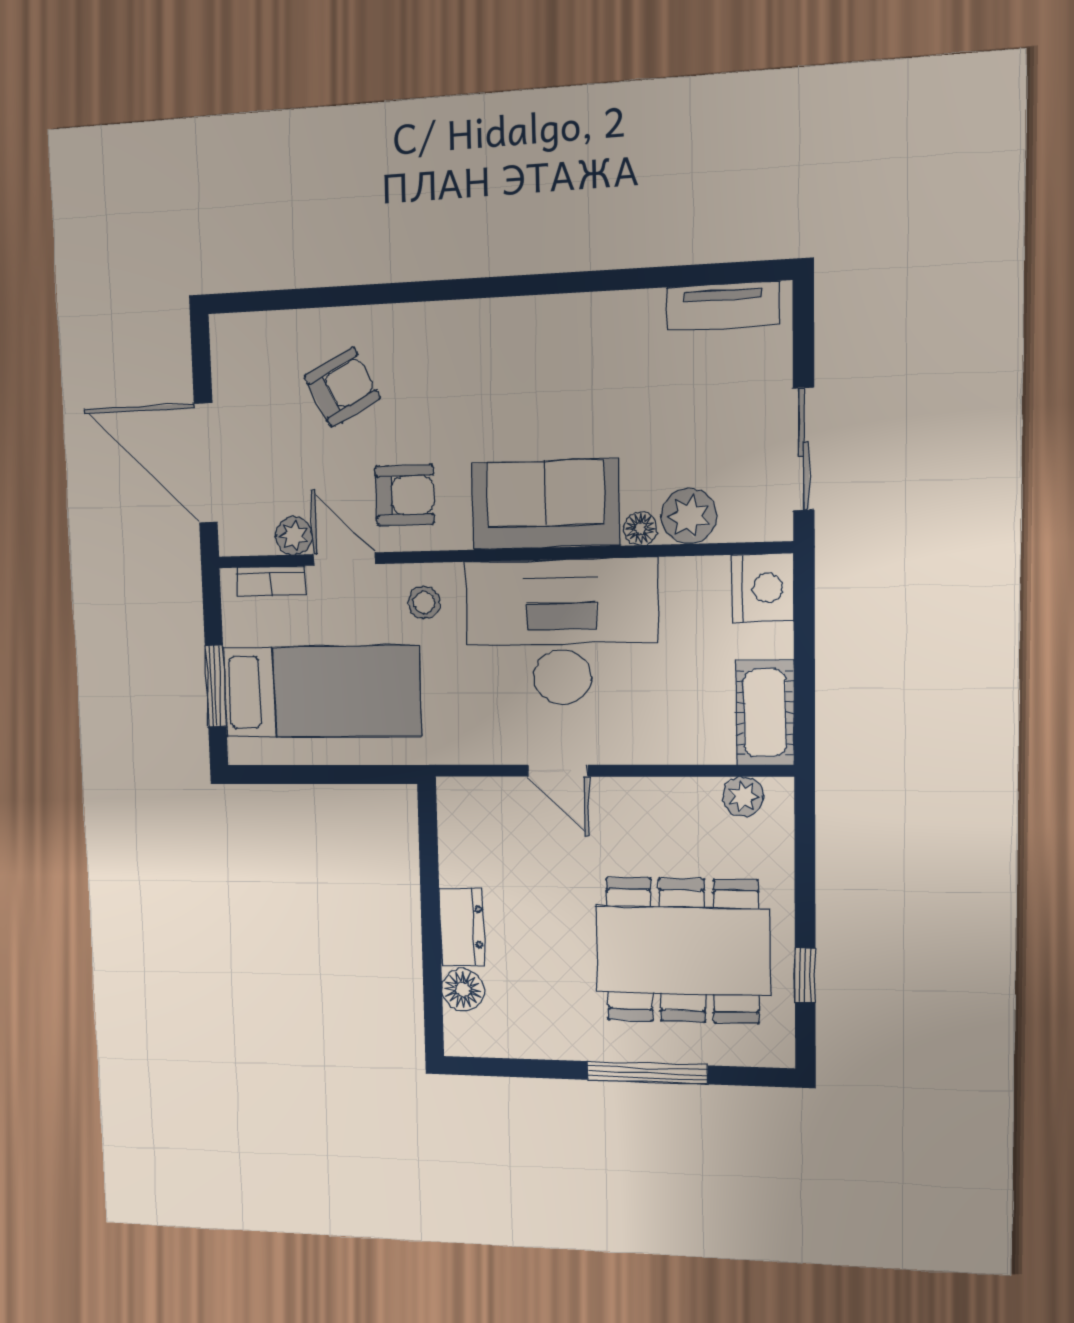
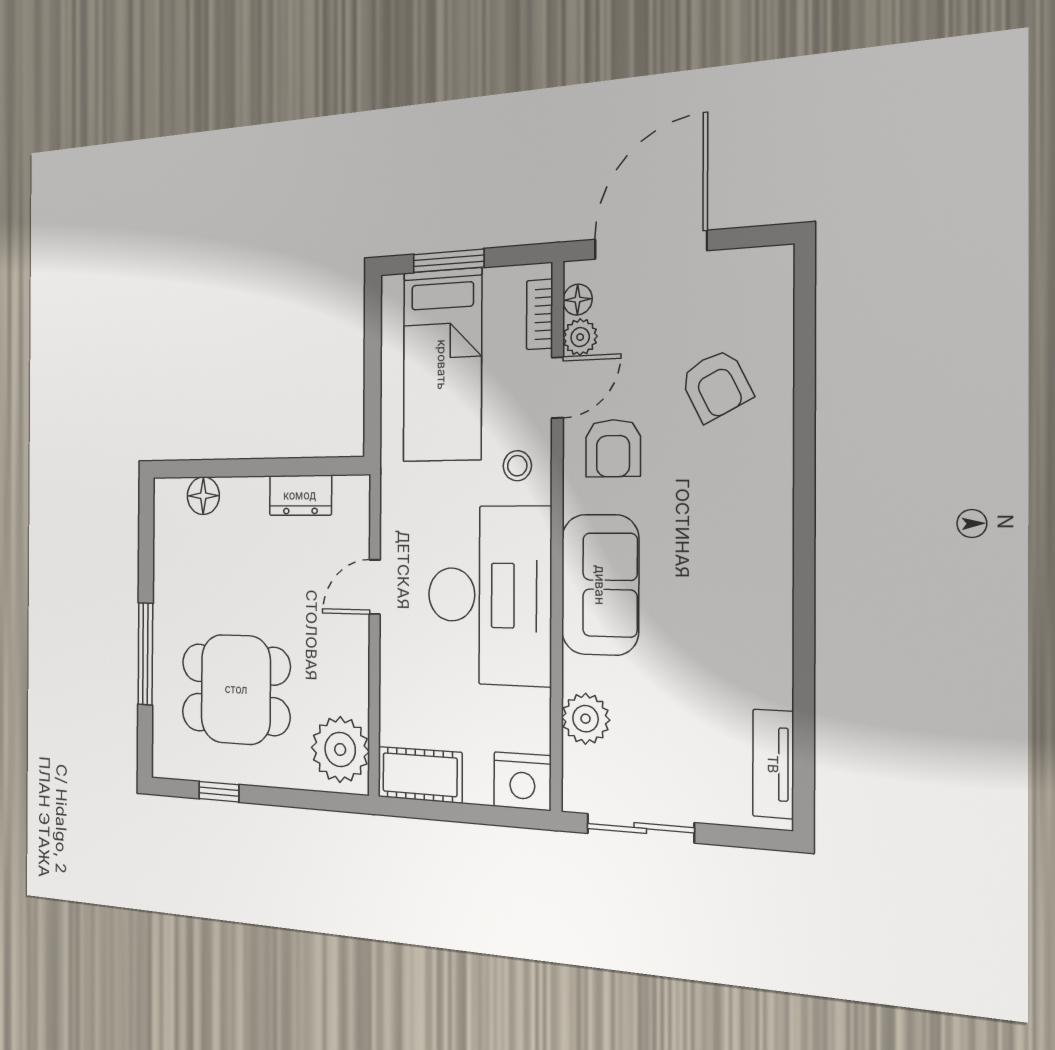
floor lamp: (641, 528) -> (578, 300), moved
plant: (743, 797) -> (340, 749), width x1.88, depth x1.88
dresser: (462, 926) -> (300, 495), moved
dining table: (682, 951) -> (236, 689), width x0.73

